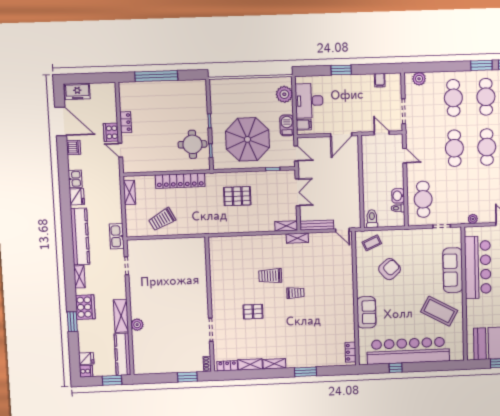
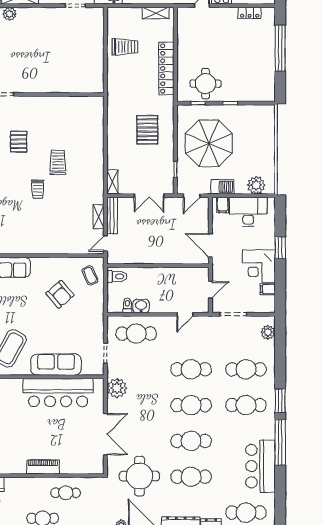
corner desk: (359, 89) -> (259, 266), added
locker: (126, 122) -> (250, 13), moved
trolley: (162, 219) -> (125, 47), turned 118
plant: (473, 219) -> (117, 388), width x1.87, depth x1.87
shelving: (297, 238) -> (99, 217), moved

